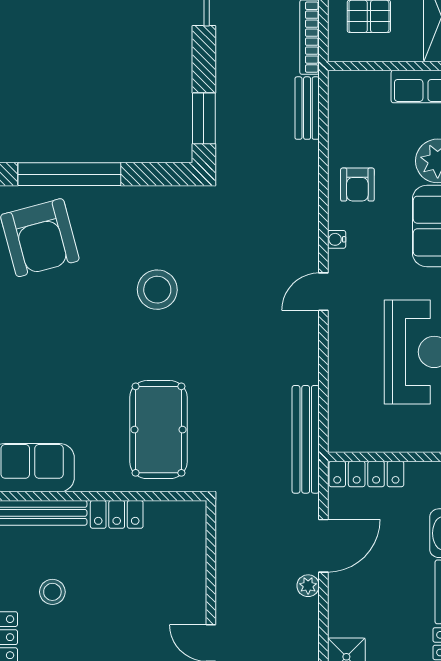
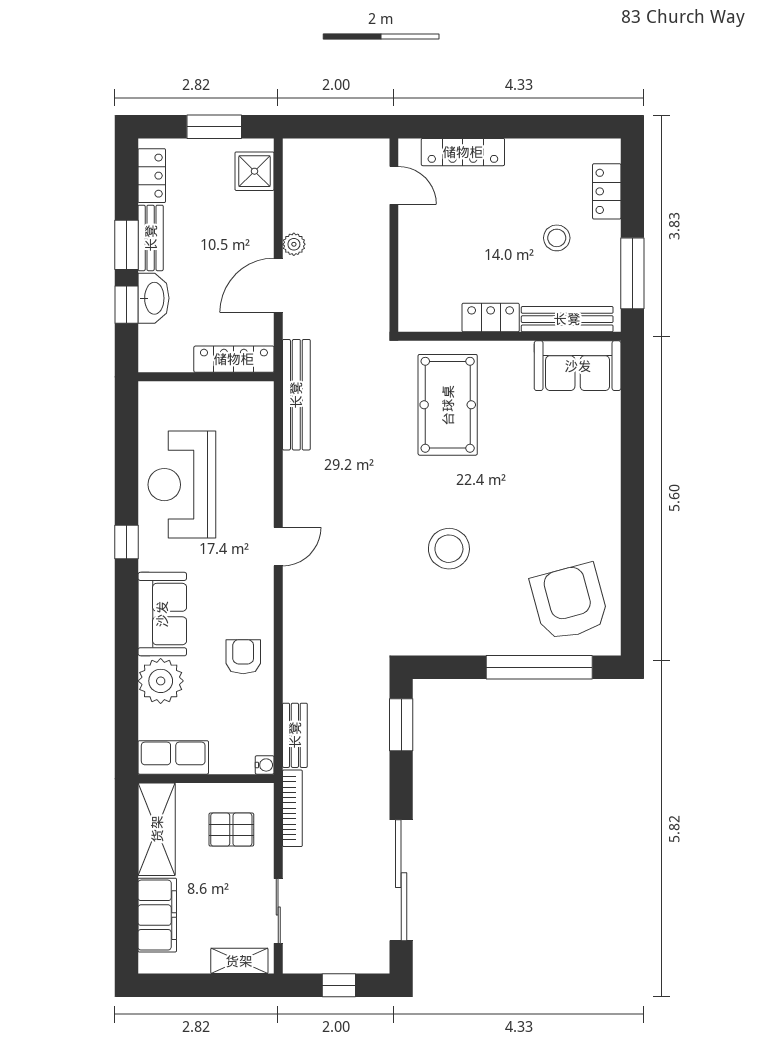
water cooler: (337, 239) -> (265, 765), moved

